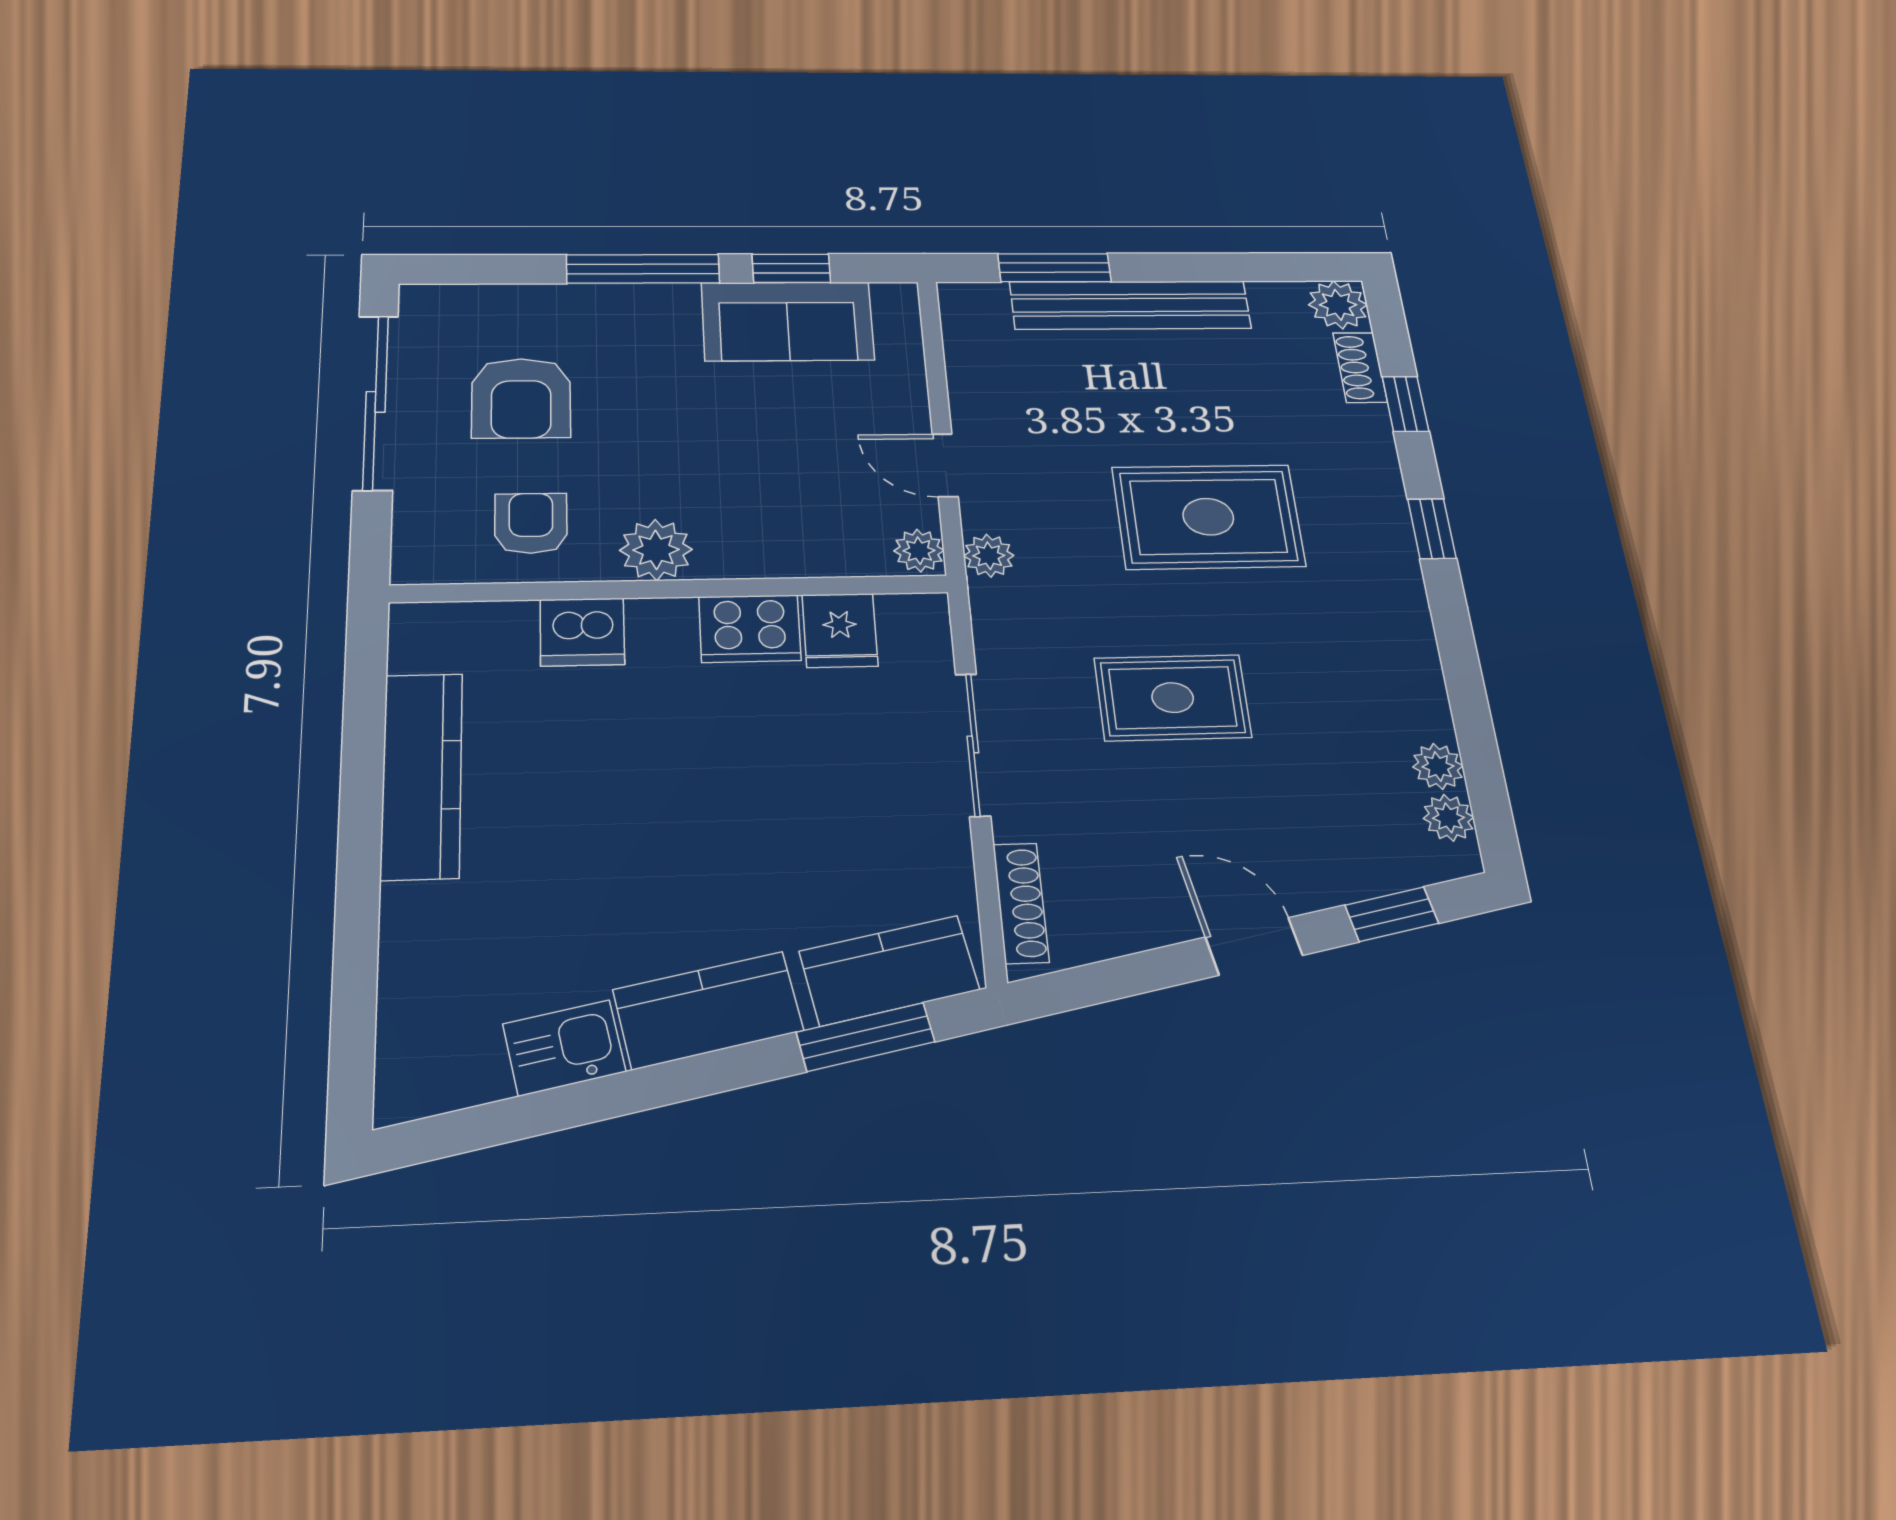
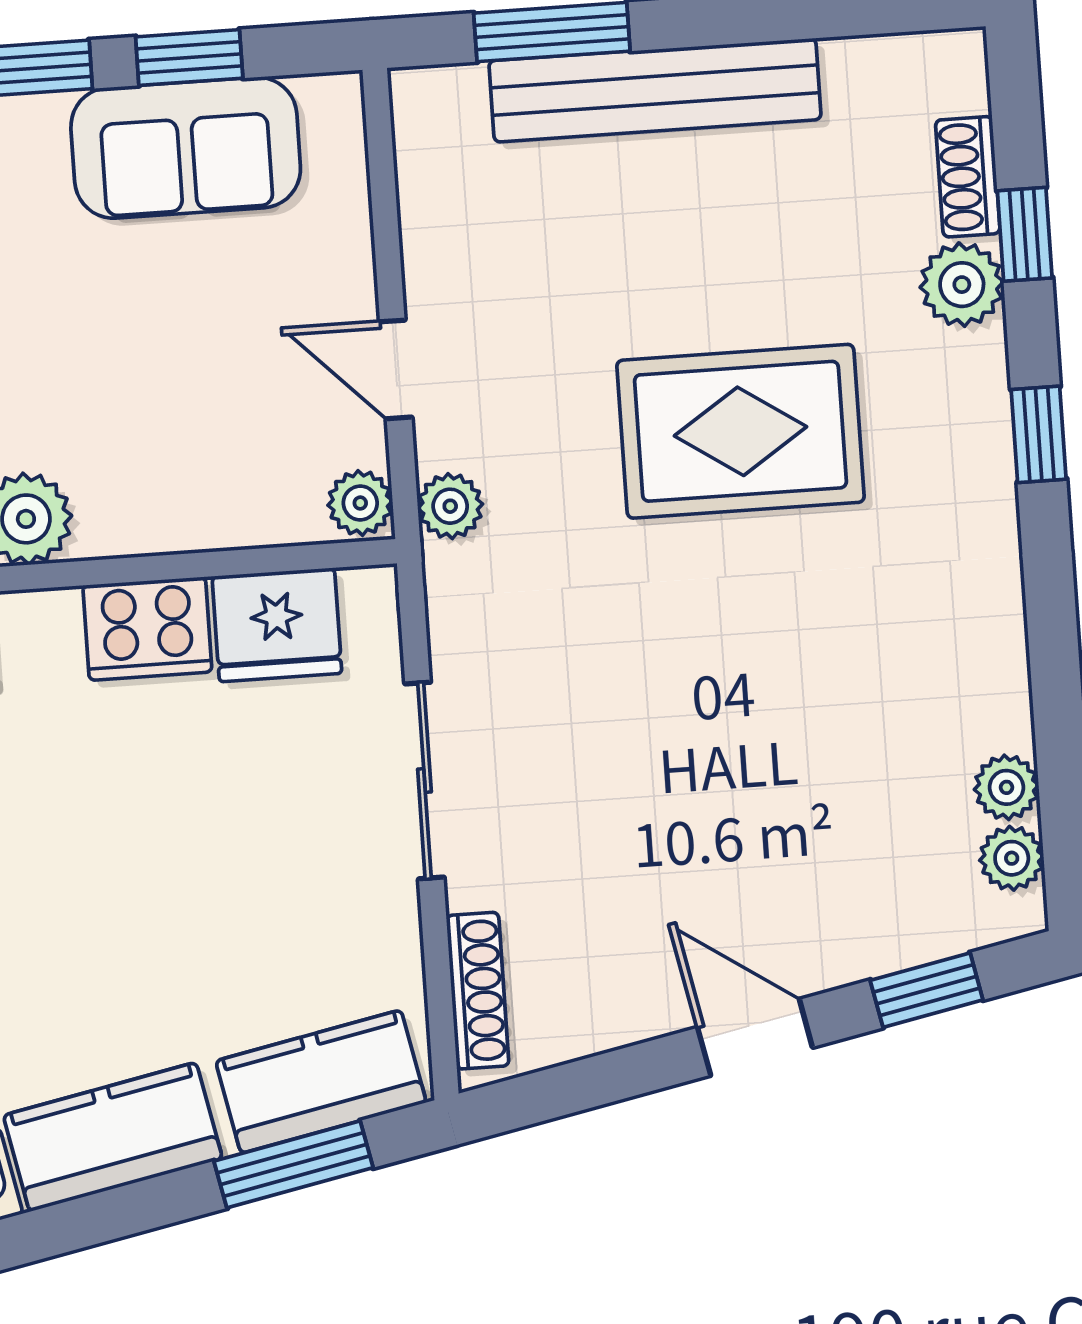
plant: (1338, 305) -> (962, 285), moved
fridge: (840, 630) -> (277, 625), width x1.38
rug: (1173, 698) -> (677, 704), removed

